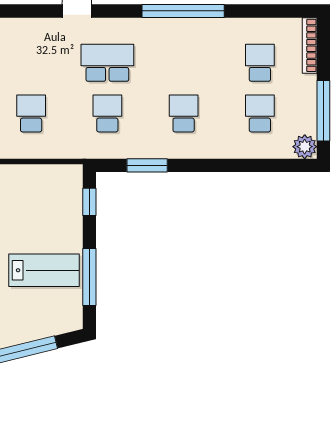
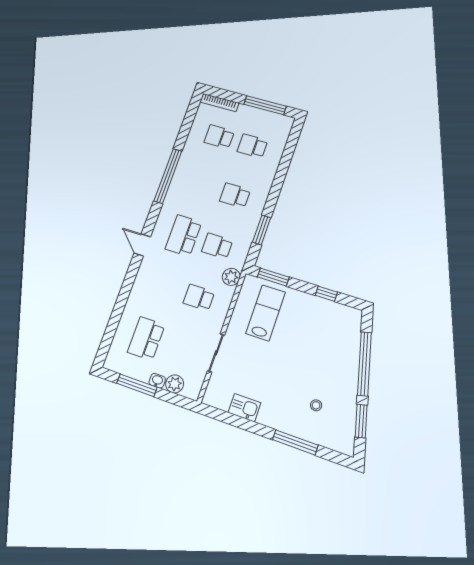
plant: (305, 147) -> (231, 277), moved
window: (89, 202) -> (273, 277), width x1.50
lab bench: (44, 270) -> (266, 313), moved
window: (89, 277) -> (326, 294), width x0.46

